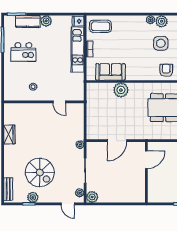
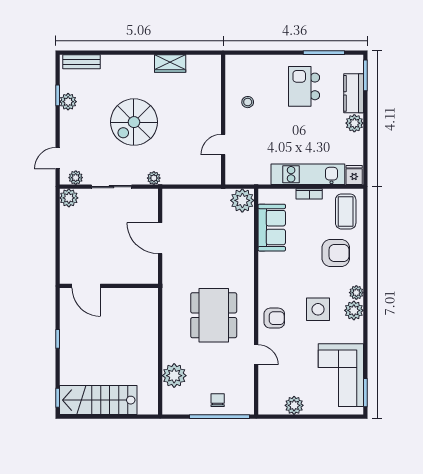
armchair: (126, 32) -> (336, 253), added
plant: (121, 90) -> (242, 200), moved
door: (146, 160) -> (86, 286), moved
spiral stairs: (40, 172) -> (134, 122), moved

